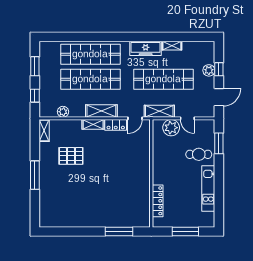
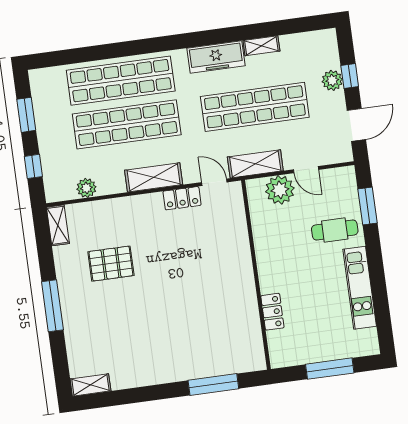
door: (135, 118) -> (214, 182), swing flipped
shelving: (93, 124) -> (90, 385), moved
locker: (158, 201) -> (272, 312), width x0.66

